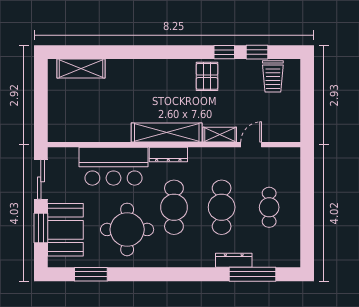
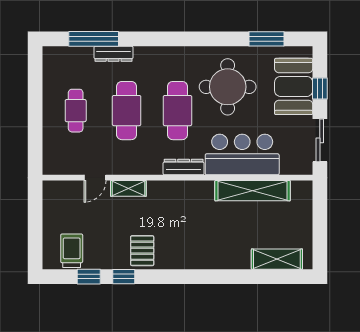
shelving: (167, 132) -> (253, 191), moved
window: (41, 228) -> (320, 89), width x0.67

